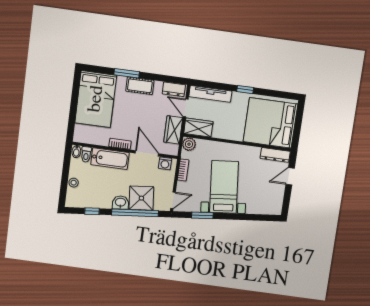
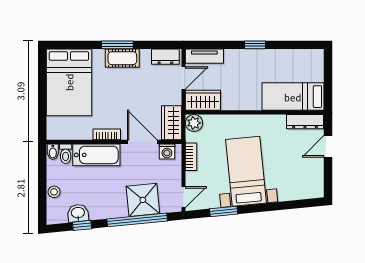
window: (127, 73) -> (117, 45), moved
tv unit: (210, 94) -> (204, 56), width x0.71
door: (186, 108) -> (184, 78), swing flipped
bed: (271, 123) -> (293, 97), width x0.49
wardrobe: (173, 130) -> (172, 123), moved
washbasin: (120, 203) -> (78, 213), moved

